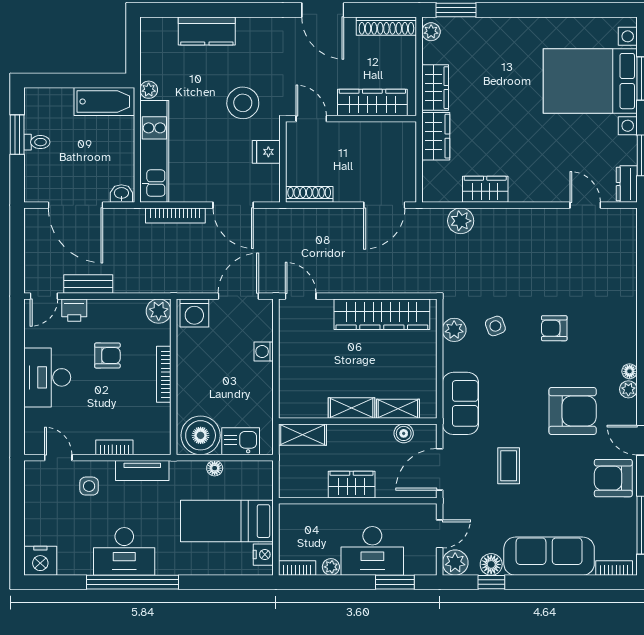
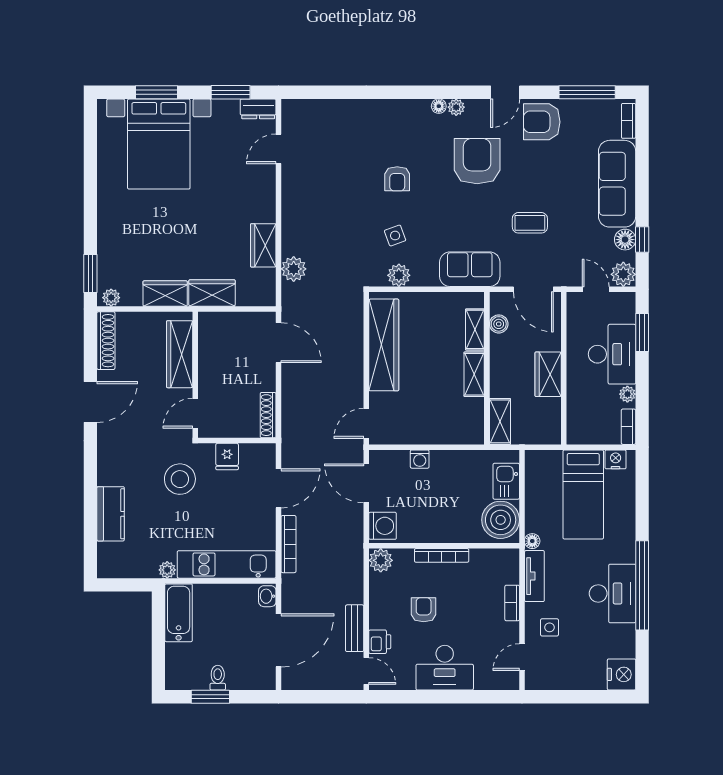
floor lamp: (215, 468) -> (532, 541), moved
armchair: (613, 478) -> (542, 122), turned 90

